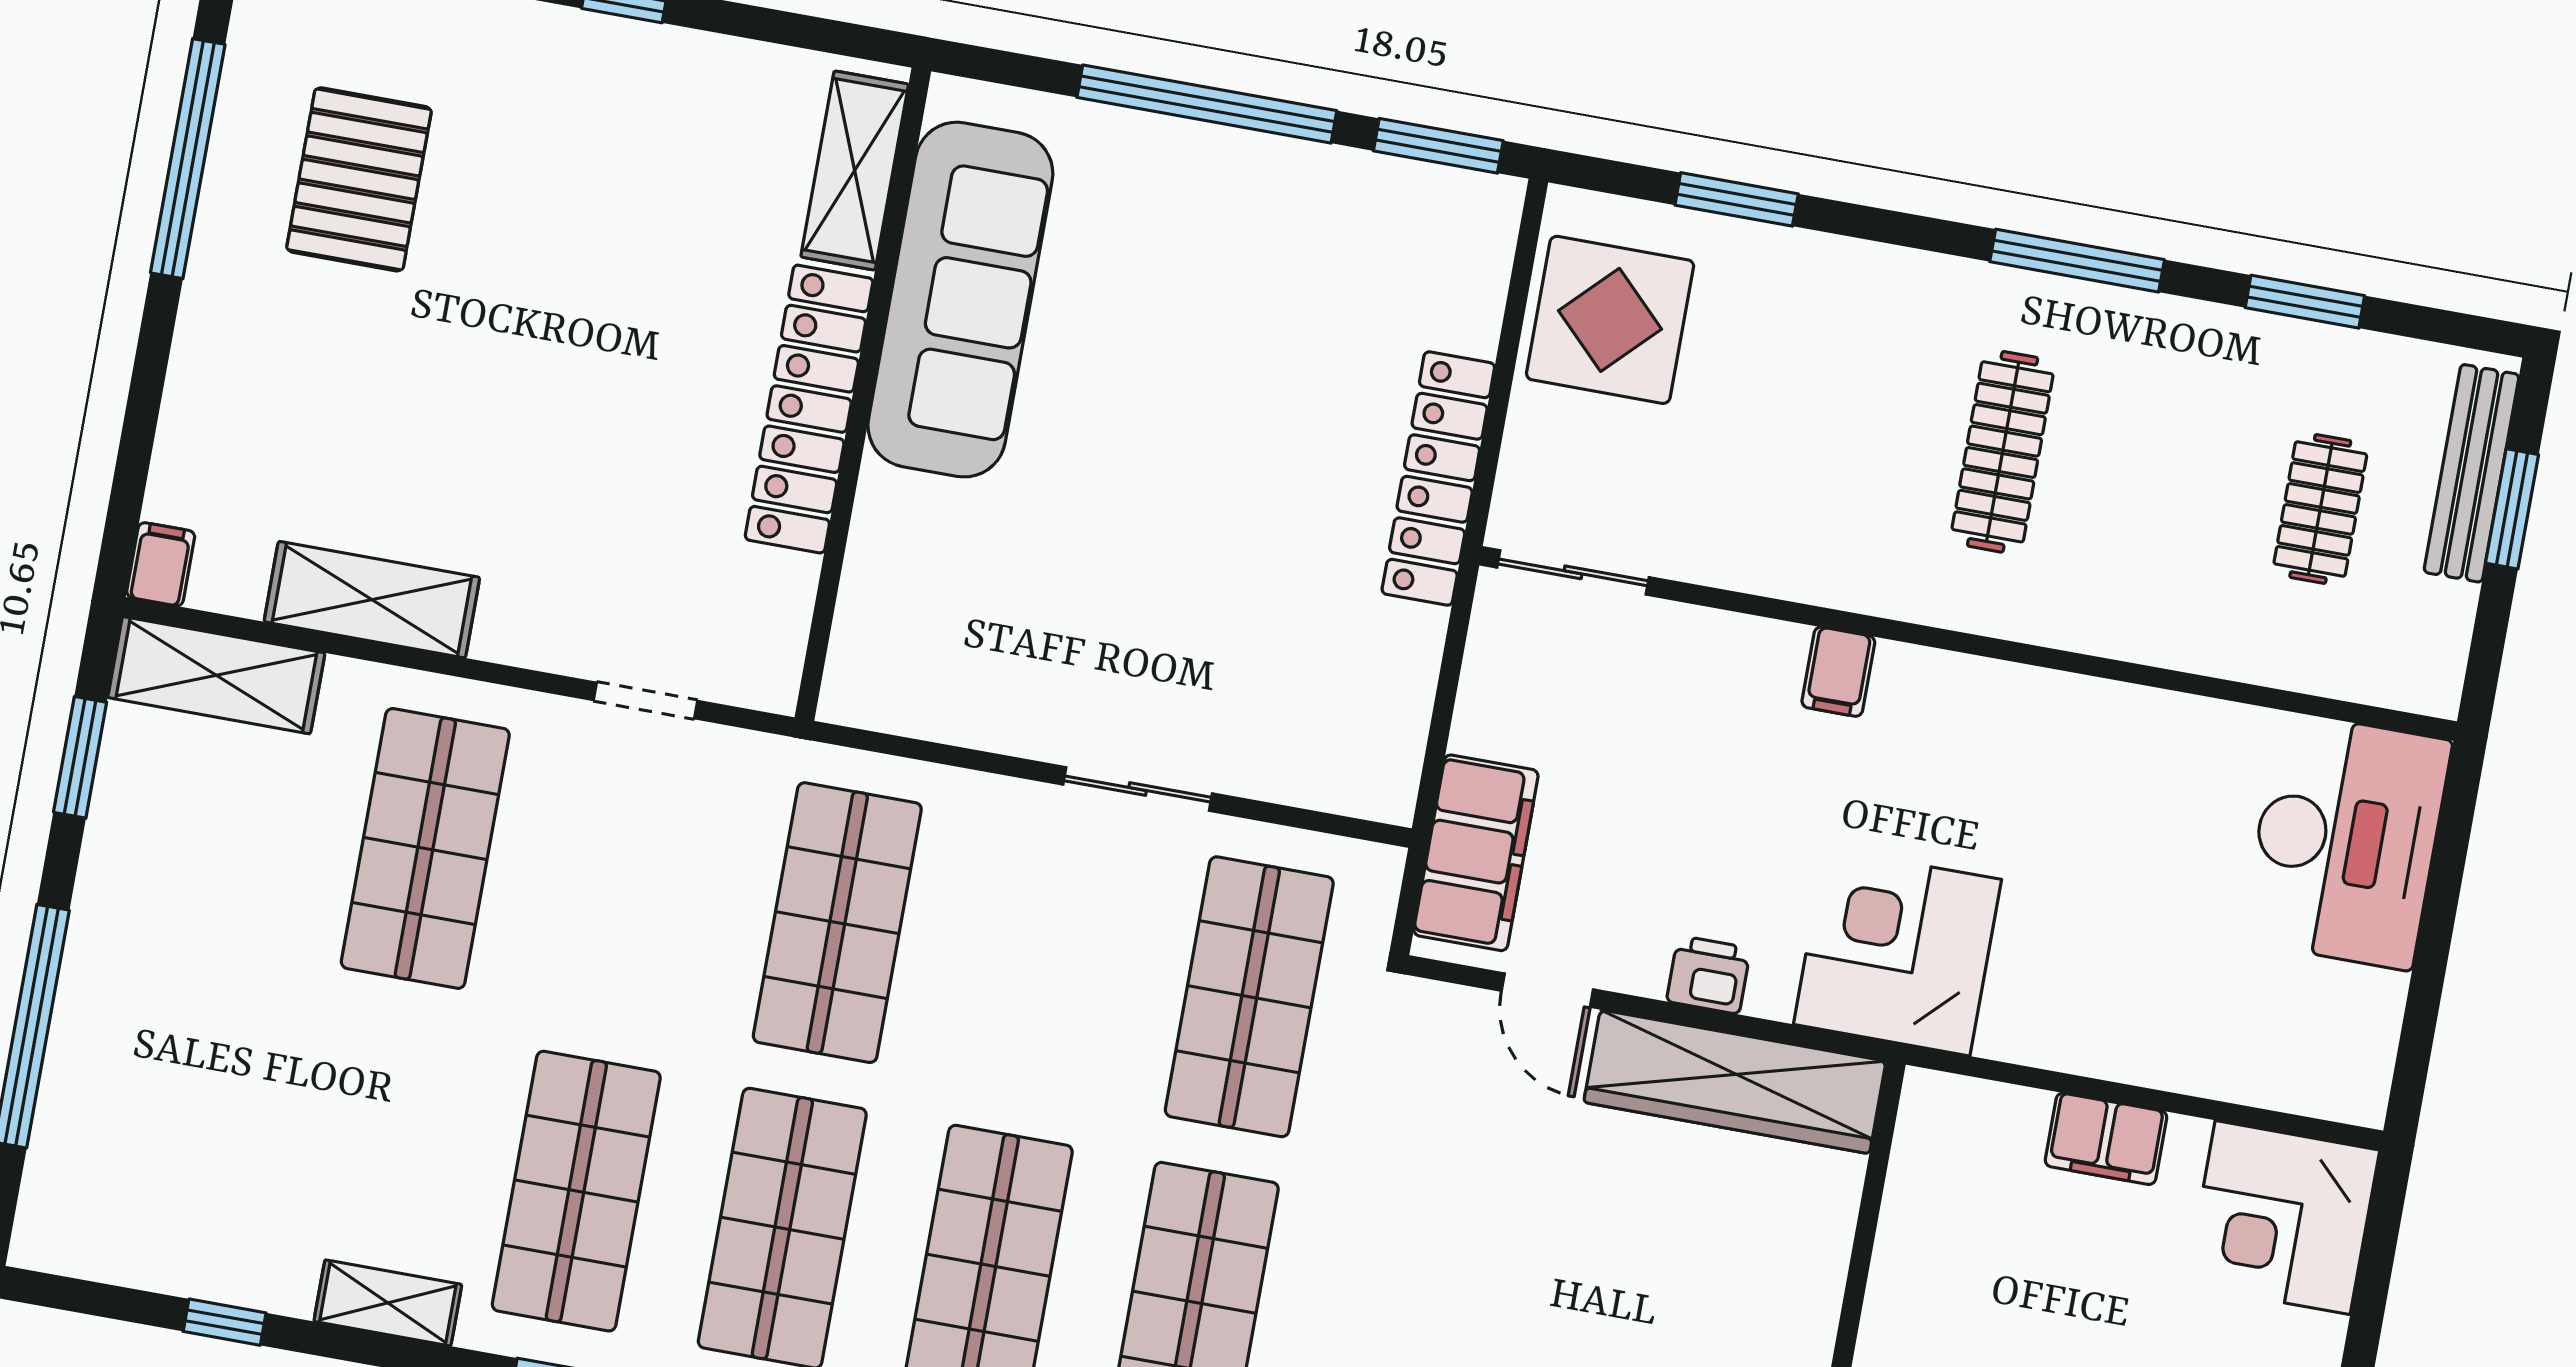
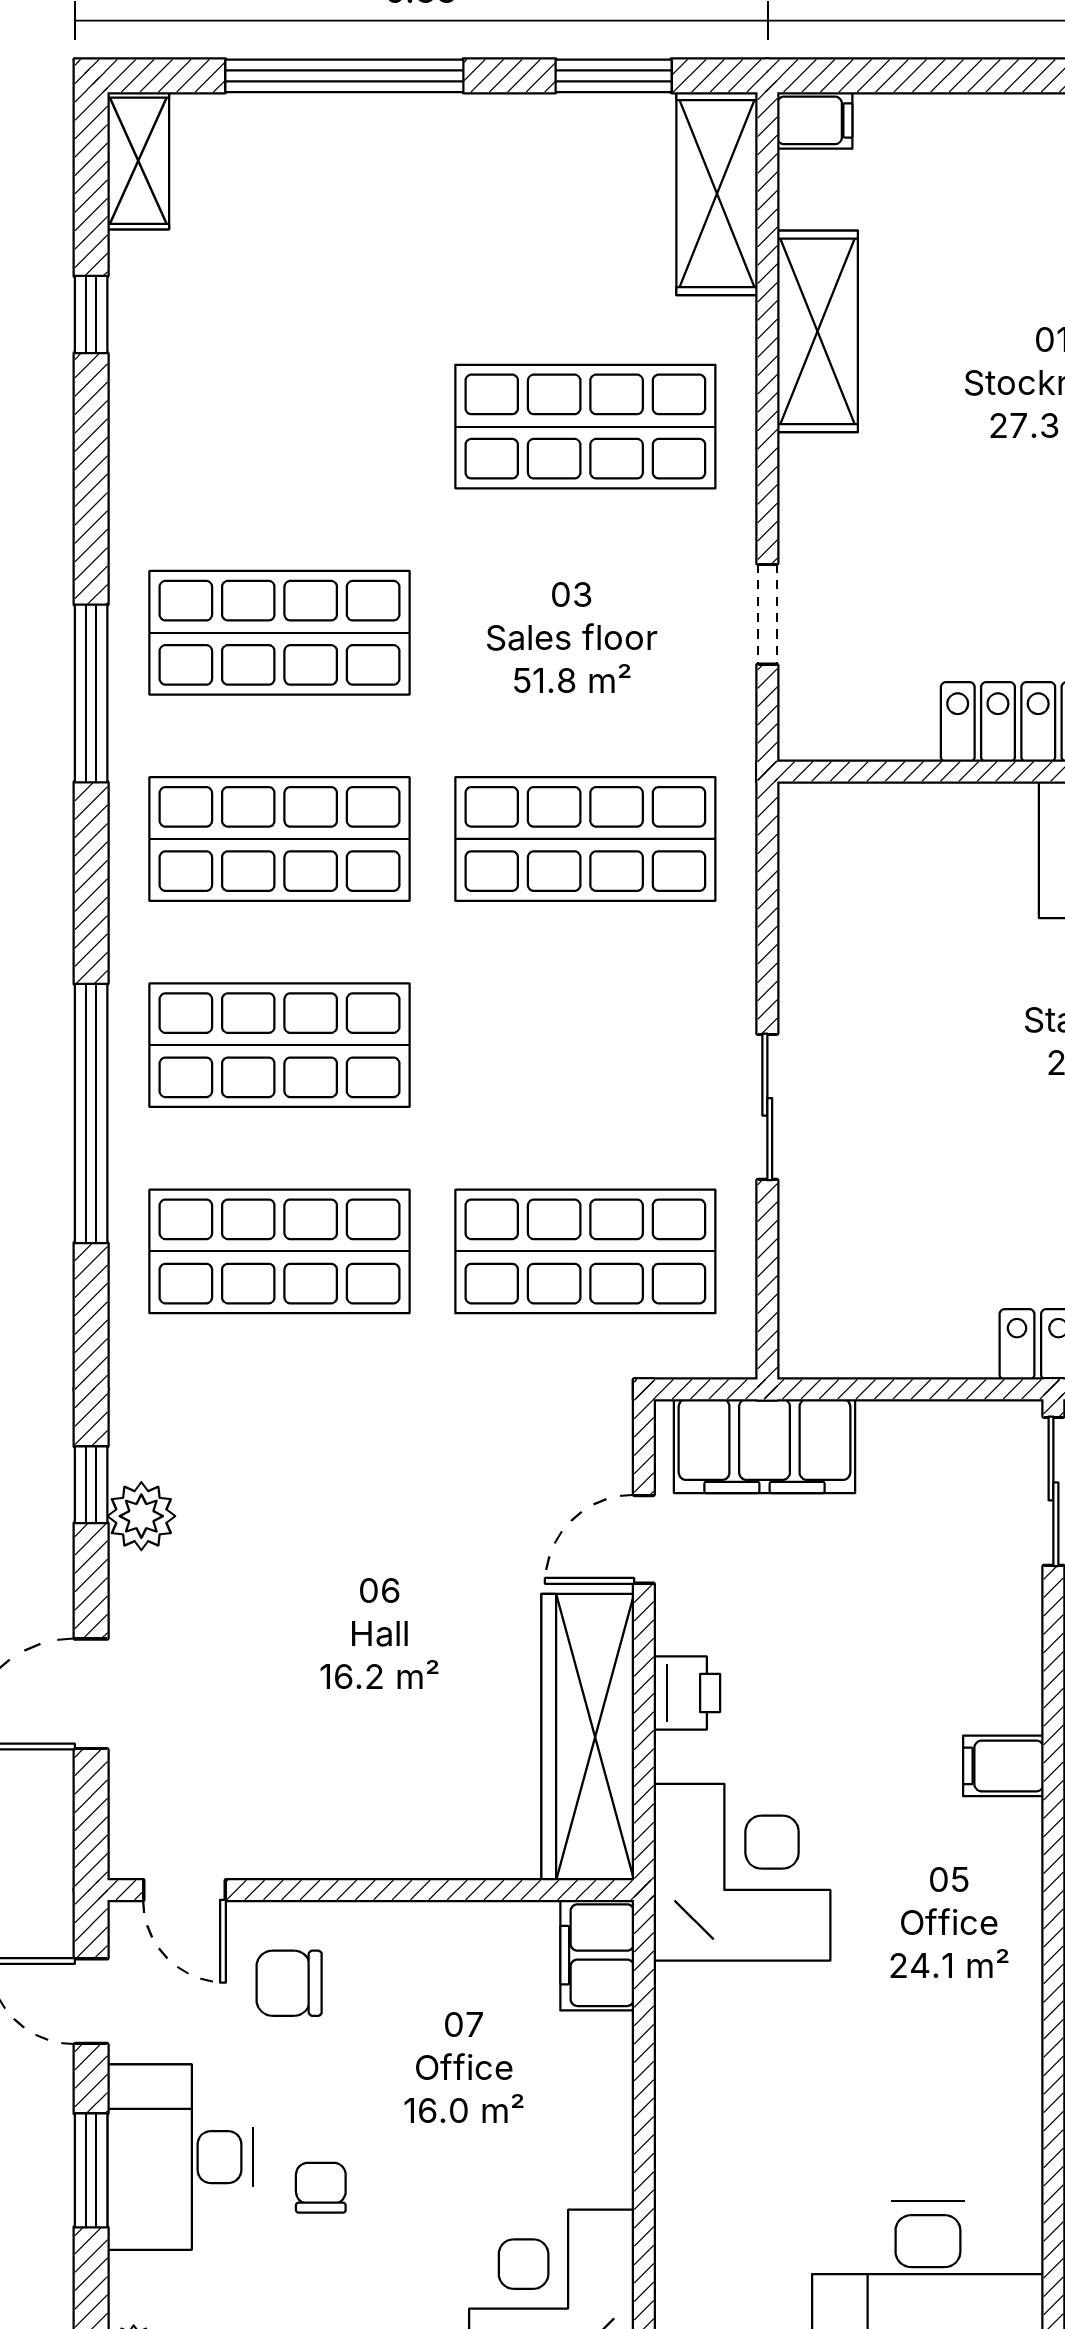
filing cabinet: (2106, 1139) -> (597, 1955), moved
shelving: (388, 1303) -> (138, 161), moved

